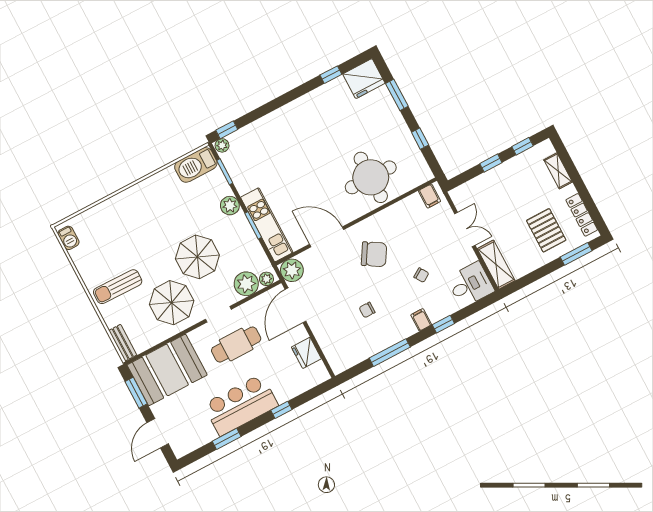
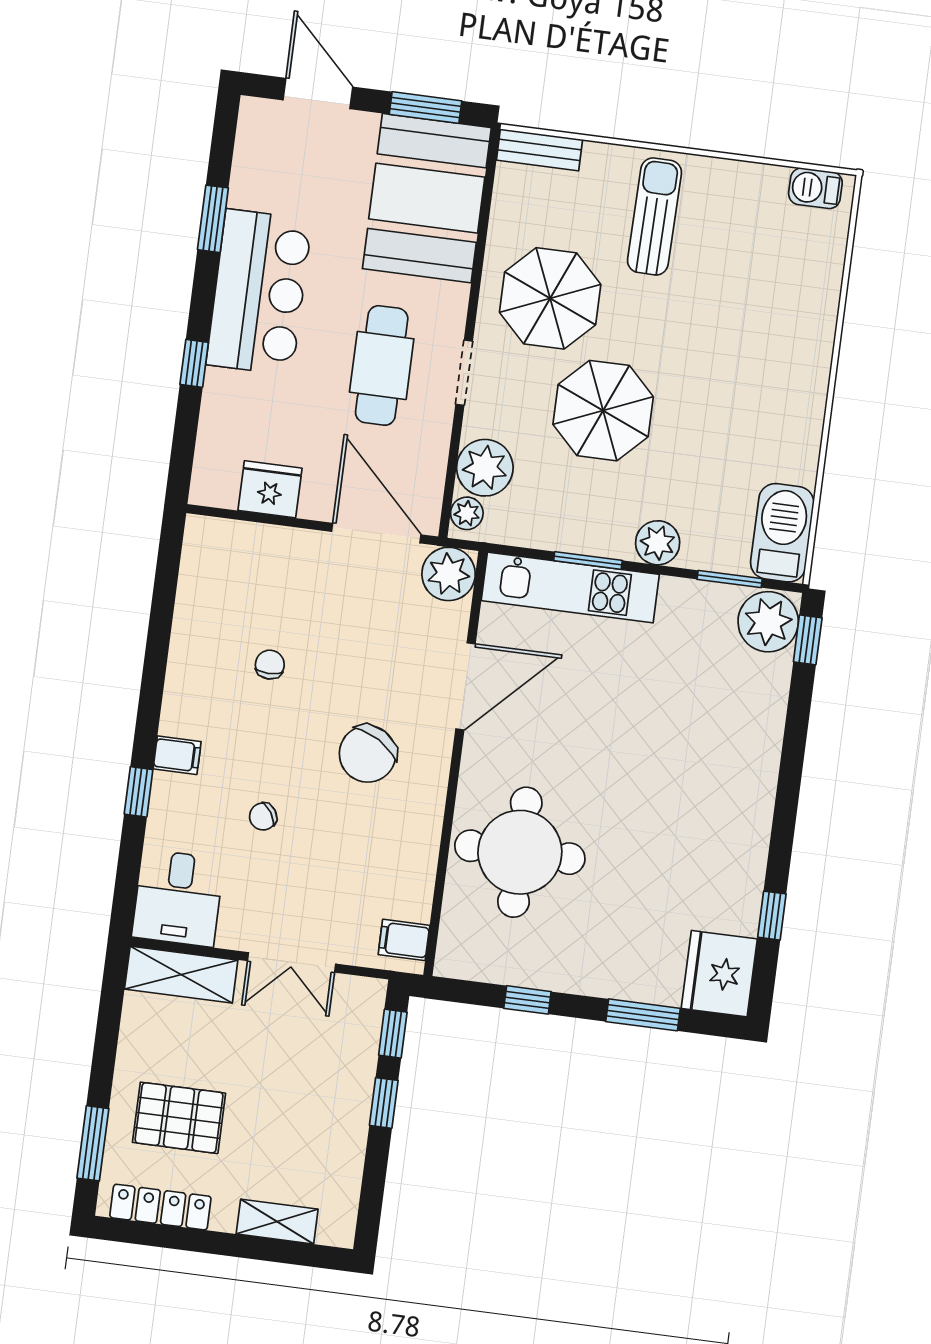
plant: (222, 145) -> (768, 622), width x1.88, depth x1.88
window: (523, 146) -> (393, 1034), moved
window: (390, 353) -> (157, 650), removed

